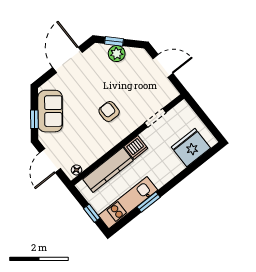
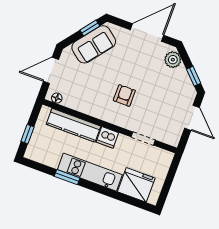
window: (114, 41) -> (194, 76), moved
plant: (117, 54) -> (173, 60), moved
window: (34, 119) -> (90, 28), moved
kitchen unit: (128, 203) -> (90, 172), moved

